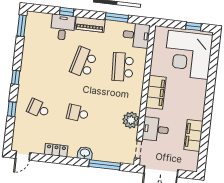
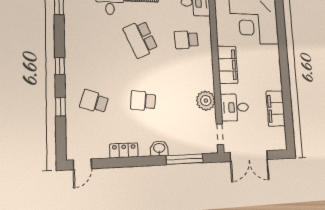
school desk: (83, 62) -> (141, 39), turned -39
school desk: (123, 67) -> (186, 40), width x0.54

